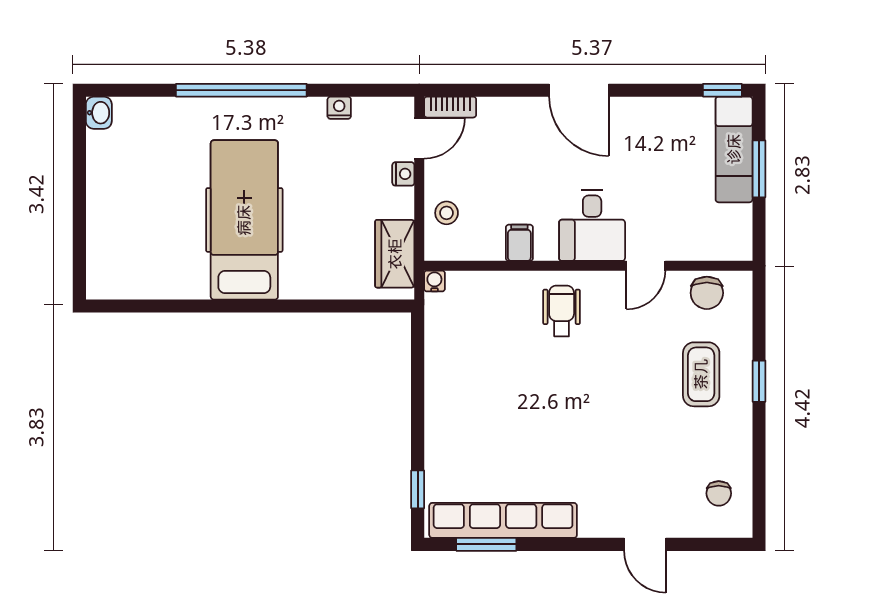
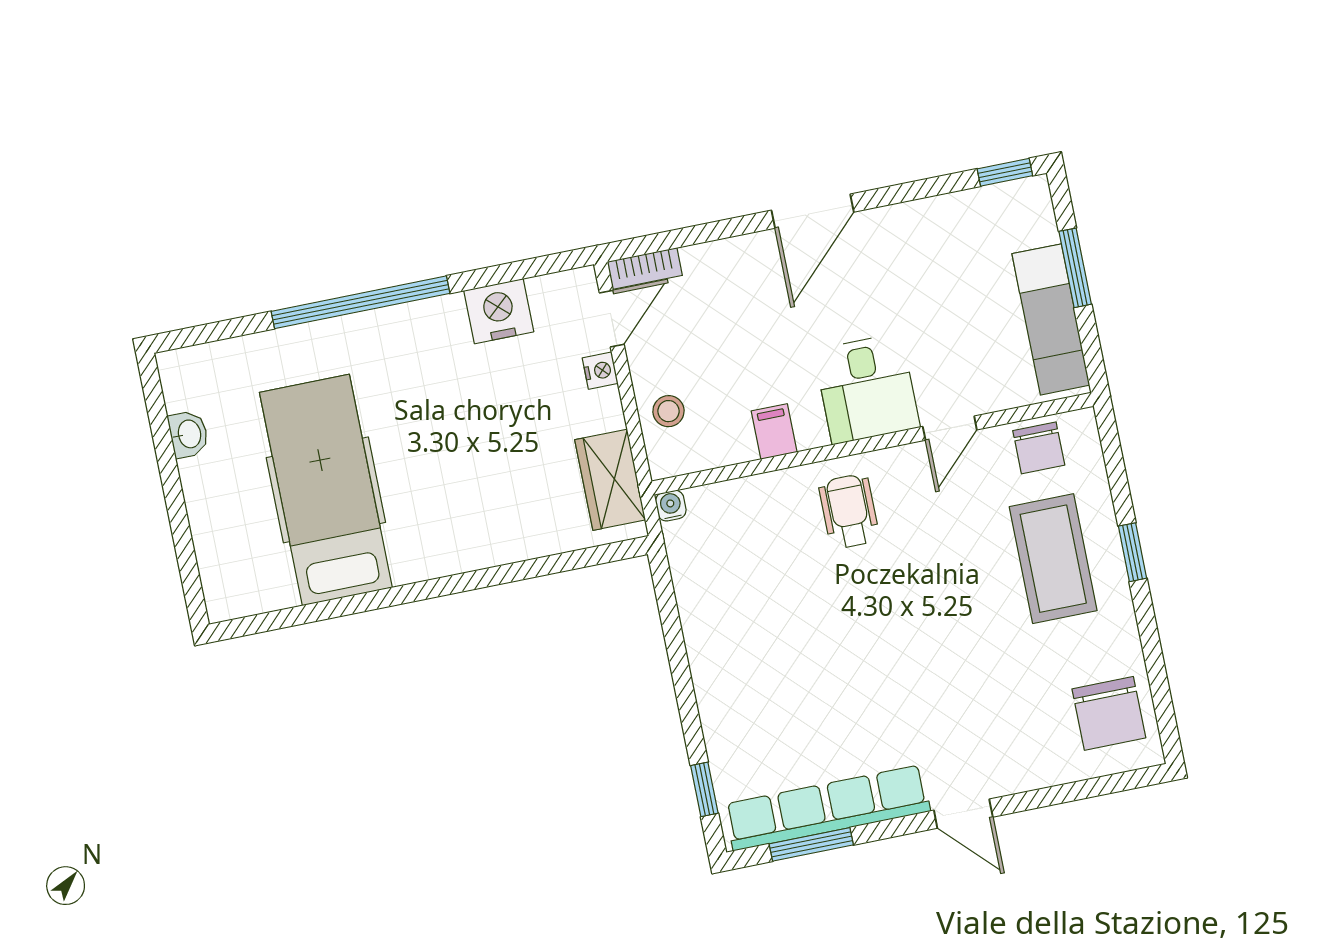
door: (579, 90) -> (813, 211), hinge flipped
nightstand: (339, 108) -> (499, 311), width x1.89, depth x1.79
washbasin: (99, 113) -> (189, 434), moved
exam couch: (734, 149) -> (1051, 319), moved
hospital bed: (244, 220) -> (326, 490), moved
coffee table: (701, 374) -> (1053, 559), width x1.36, depth x1.32
chair: (719, 493) -> (1109, 713), width x1.87, depth x1.87
door: (645, 544) -> (963, 814), moved

